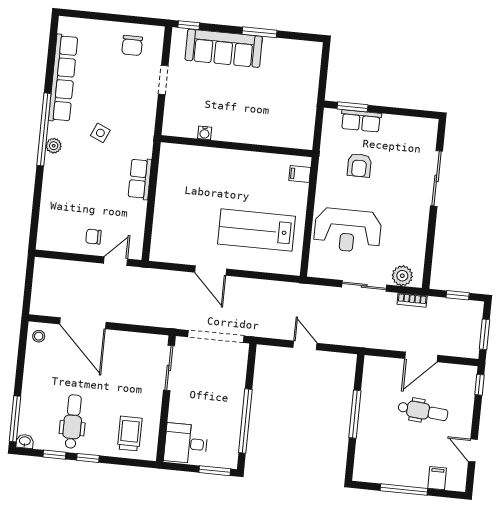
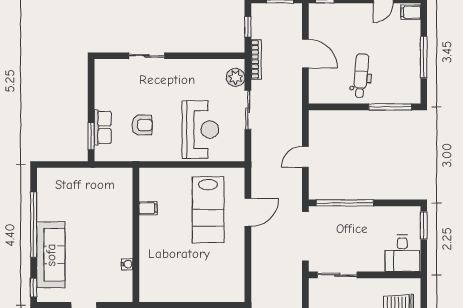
window: (259, 32) -> (34, 225), width x2.11
filing cabinet: (300, 174) -> (148, 208), moved, turned -90
sliding door: (437, 178) -> (147, 56), width x0.73
door: (211, 271) -> (248, 212), moved
bookcase: (412, 300) -> (256, 59), width x1.56
dental chair: (423, 411) -> (361, 76), moved
window: (355, 414) -> (390, 107), moved
window: (245, 421) -> (345, 203), moved
filing cabinet: (437, 478) -> (411, 12), moved

